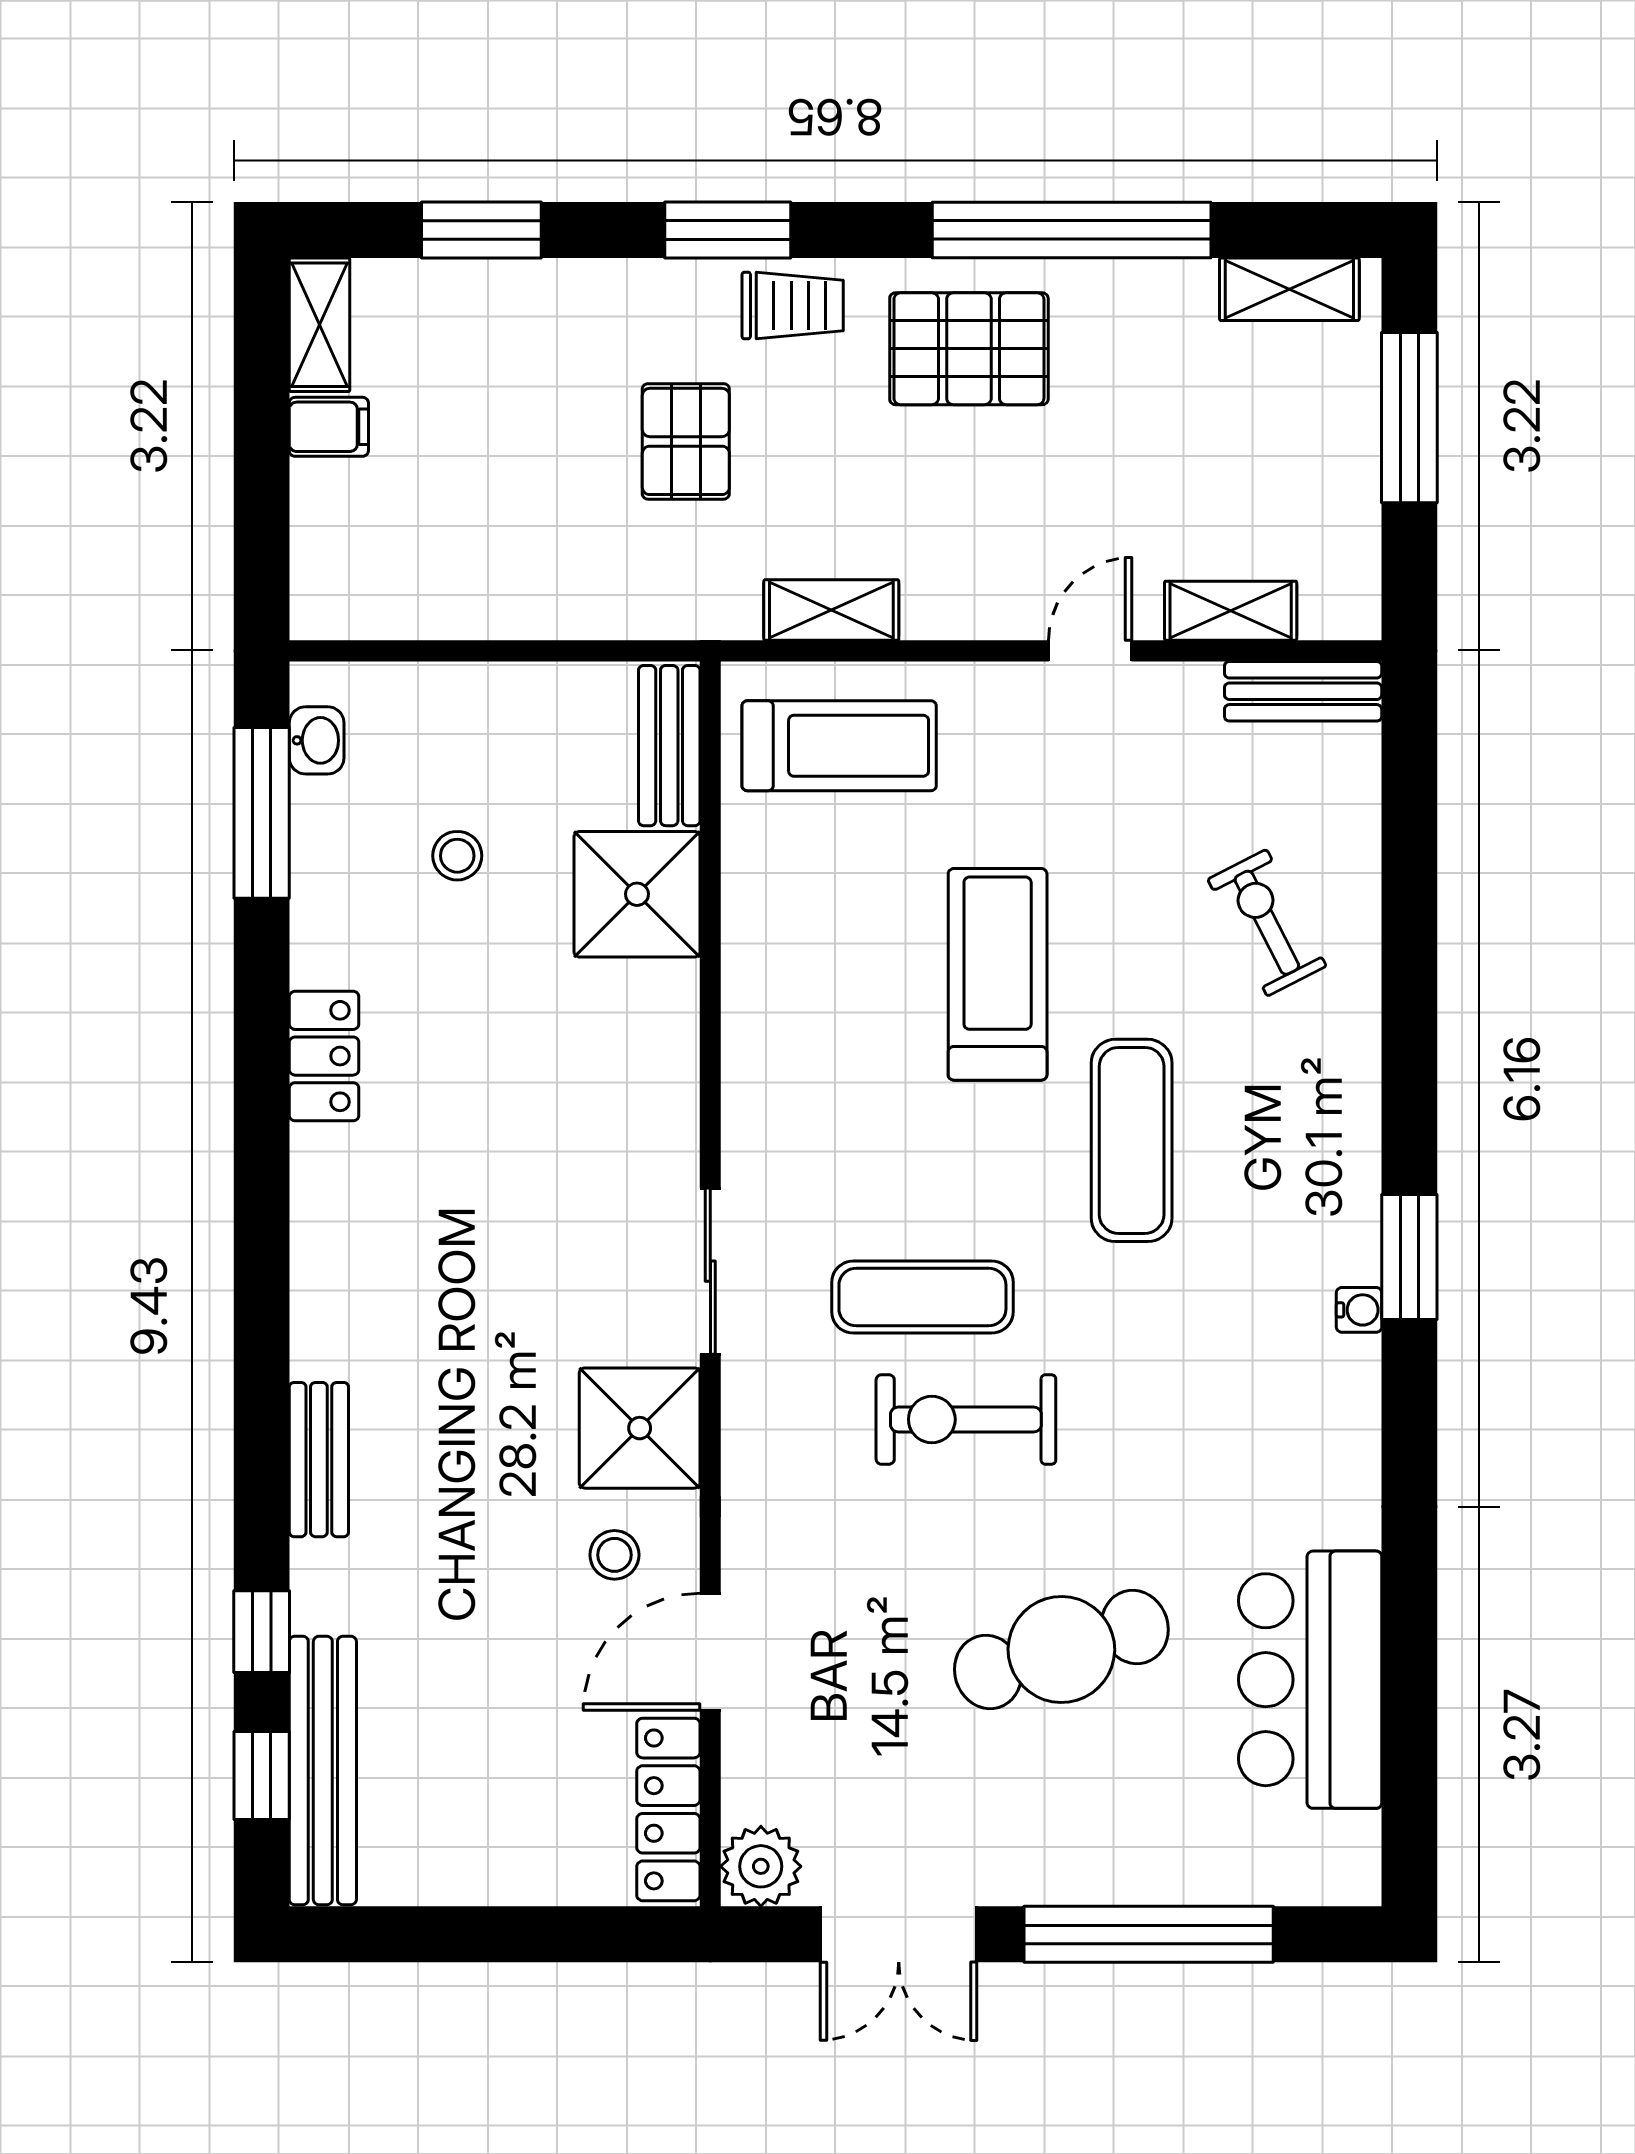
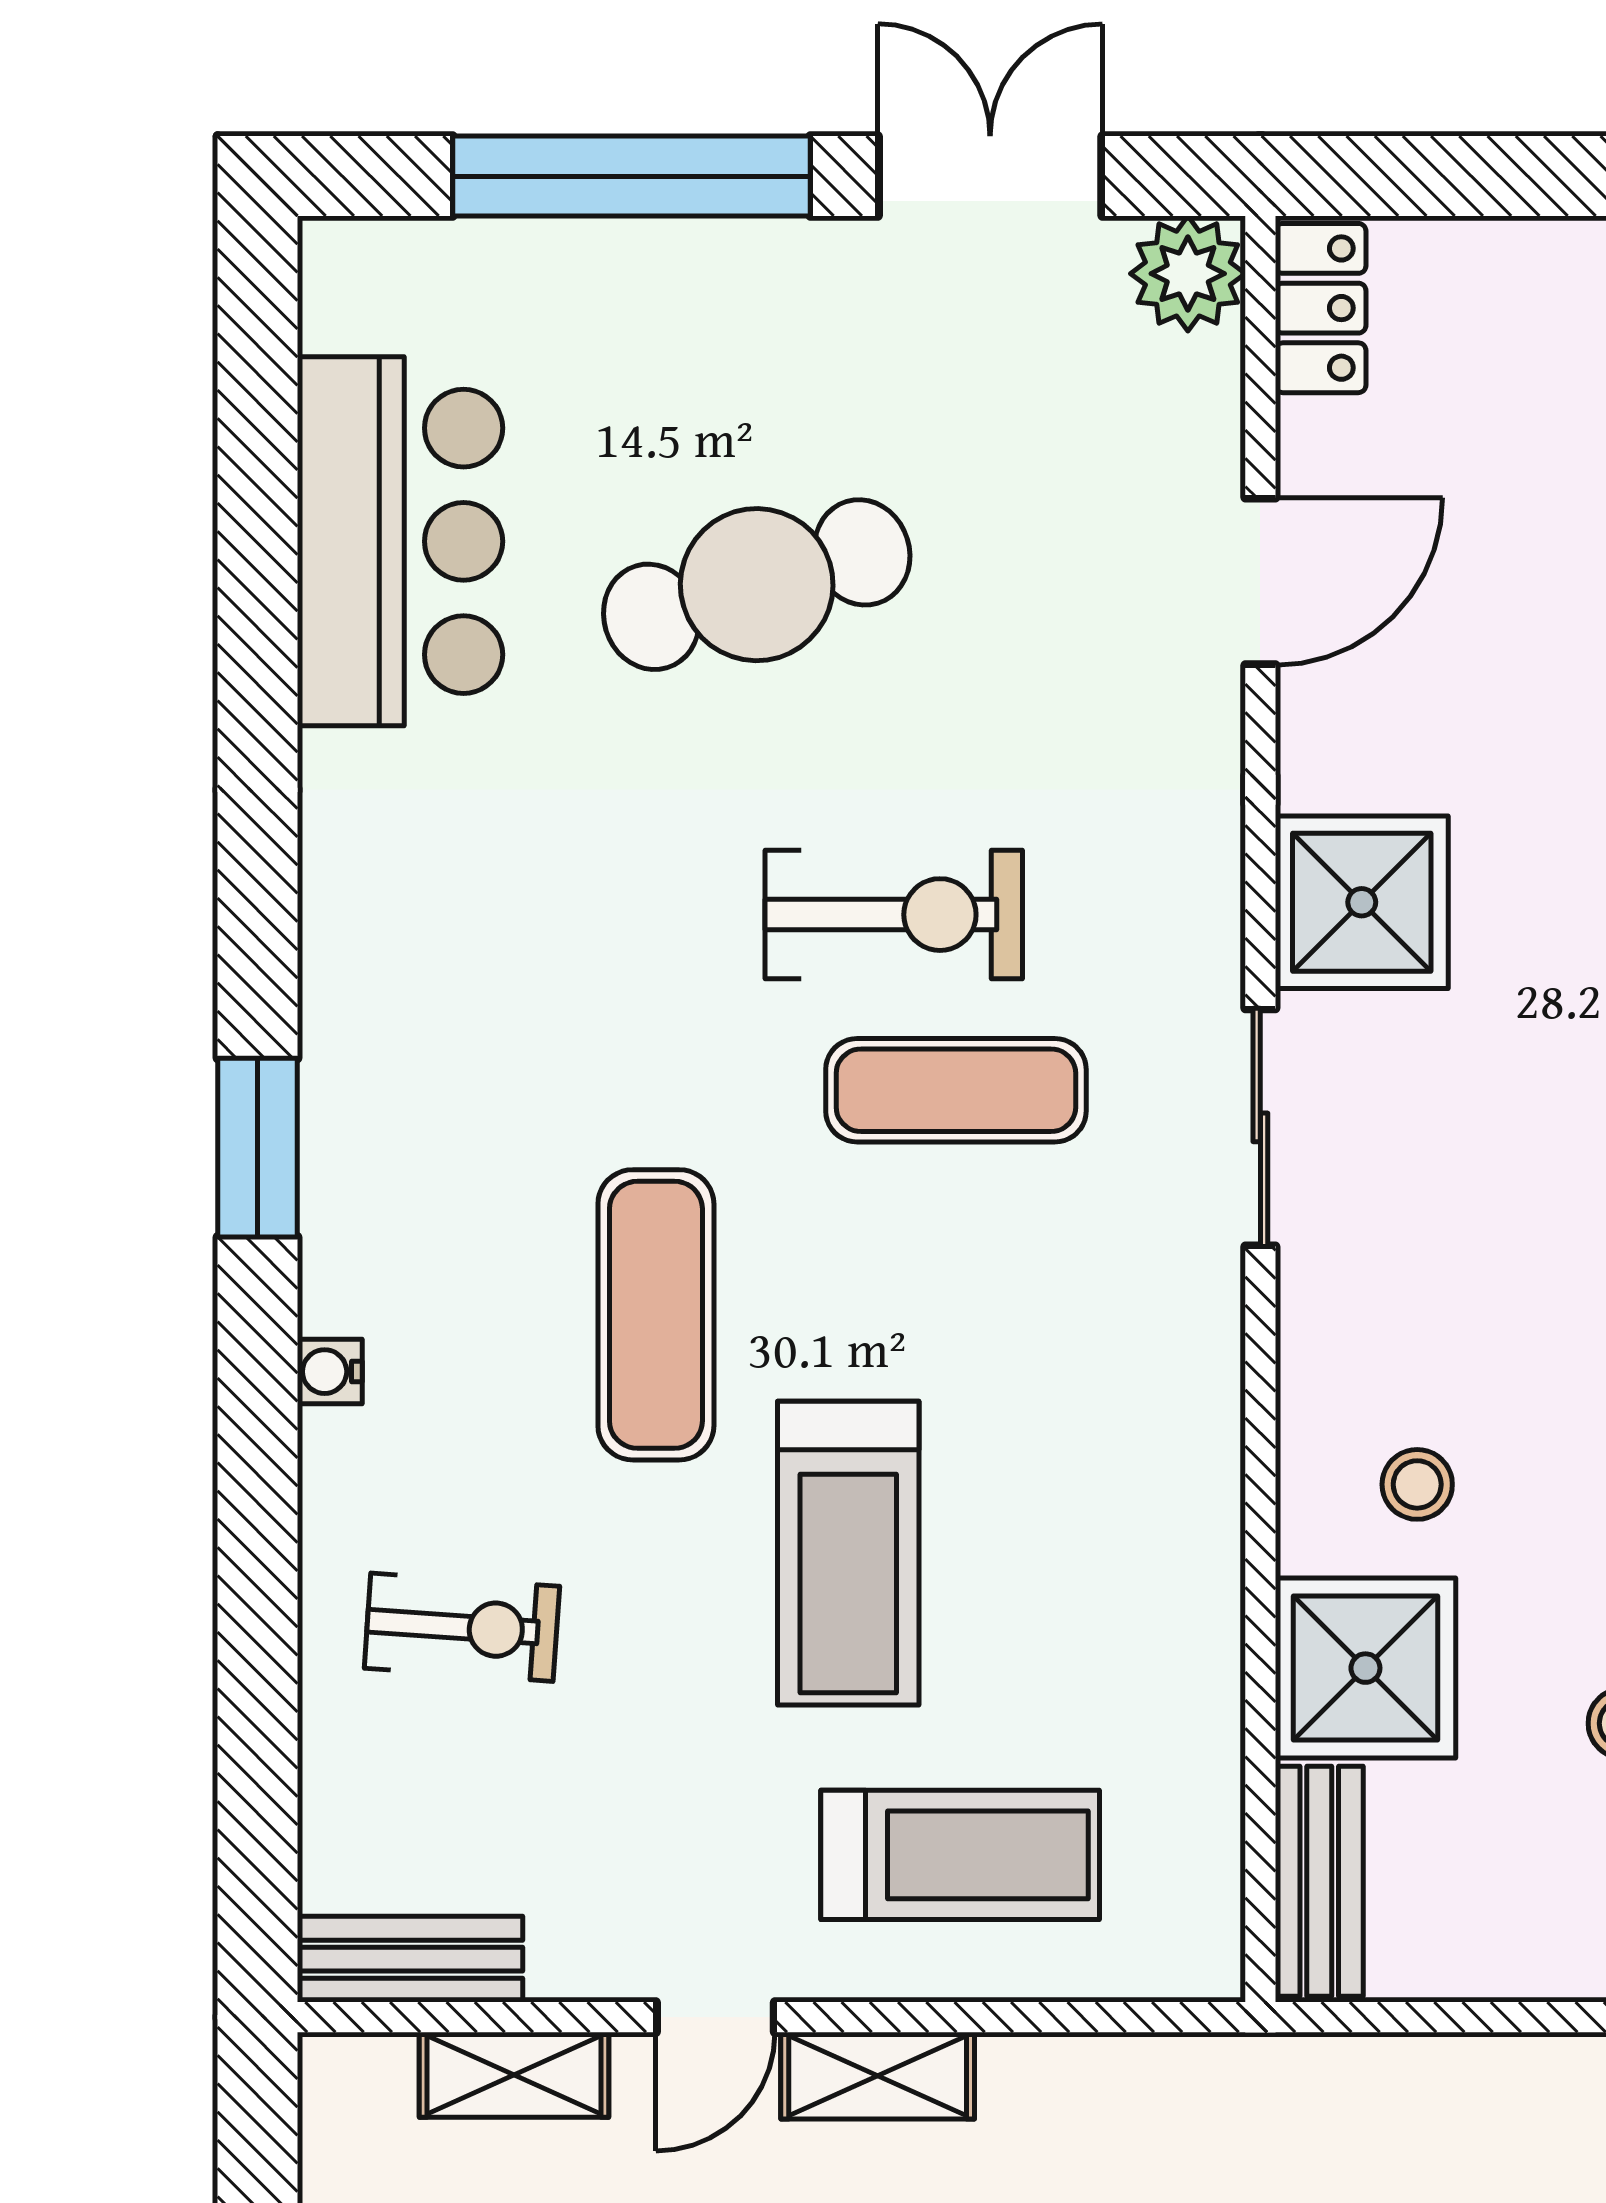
shelving: (831, 610) -> (878, 2076), moved
treadmill: (839, 746) -> (960, 1855), moved, turned 180
exercise bike: (1267, 923) -> (462, 1627), turned -59
water cooler: (1359, 1310) -> (330, 1372), moved
stool: (614, 1555) -> (1417, 1484), moved
locker: (668, 1809) -> (1321, 308), width x0.66

